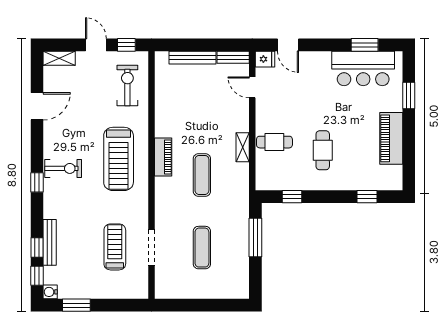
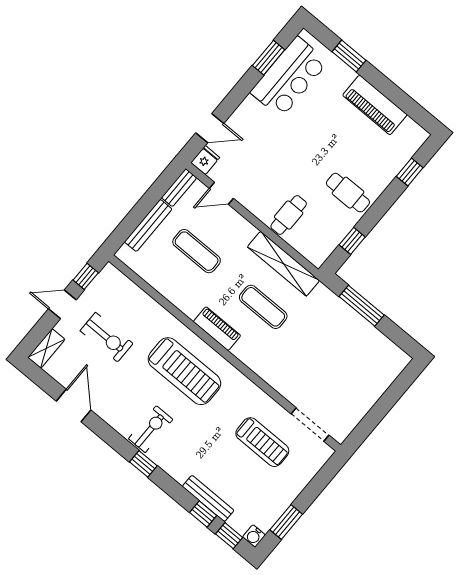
exercise bike: (127, 85) -> (107, 337), moved, turned 180
shelving: (243, 147) -> (283, 264), width x2.20, depth x1.33
cafe table: (323, 150) -> (348, 193), moved
treadmill: (115, 247) -> (262, 442), turned 180
doorway: (152, 248) -> (310, 425), moved
exercise mat: (202, 248) -> (197, 251), moved

